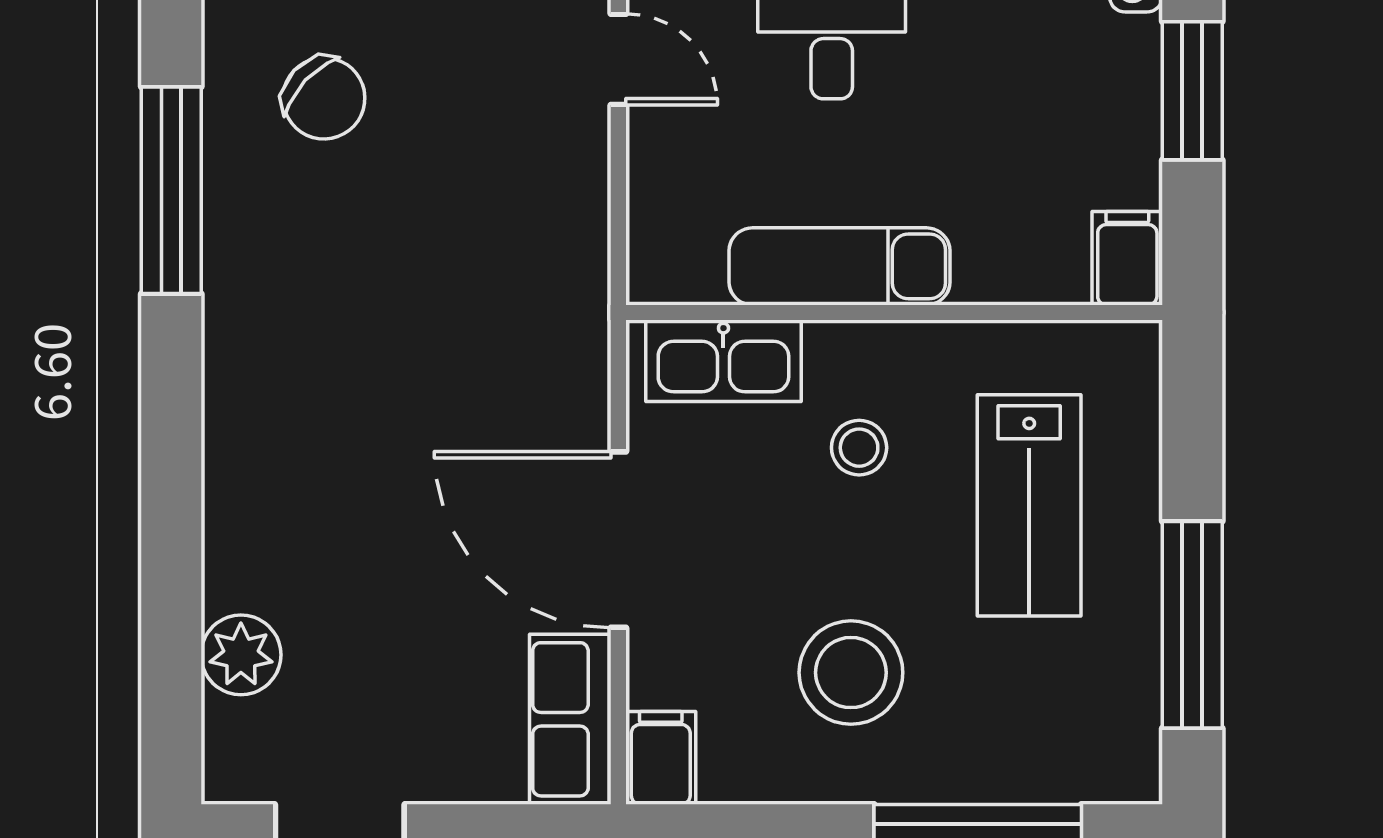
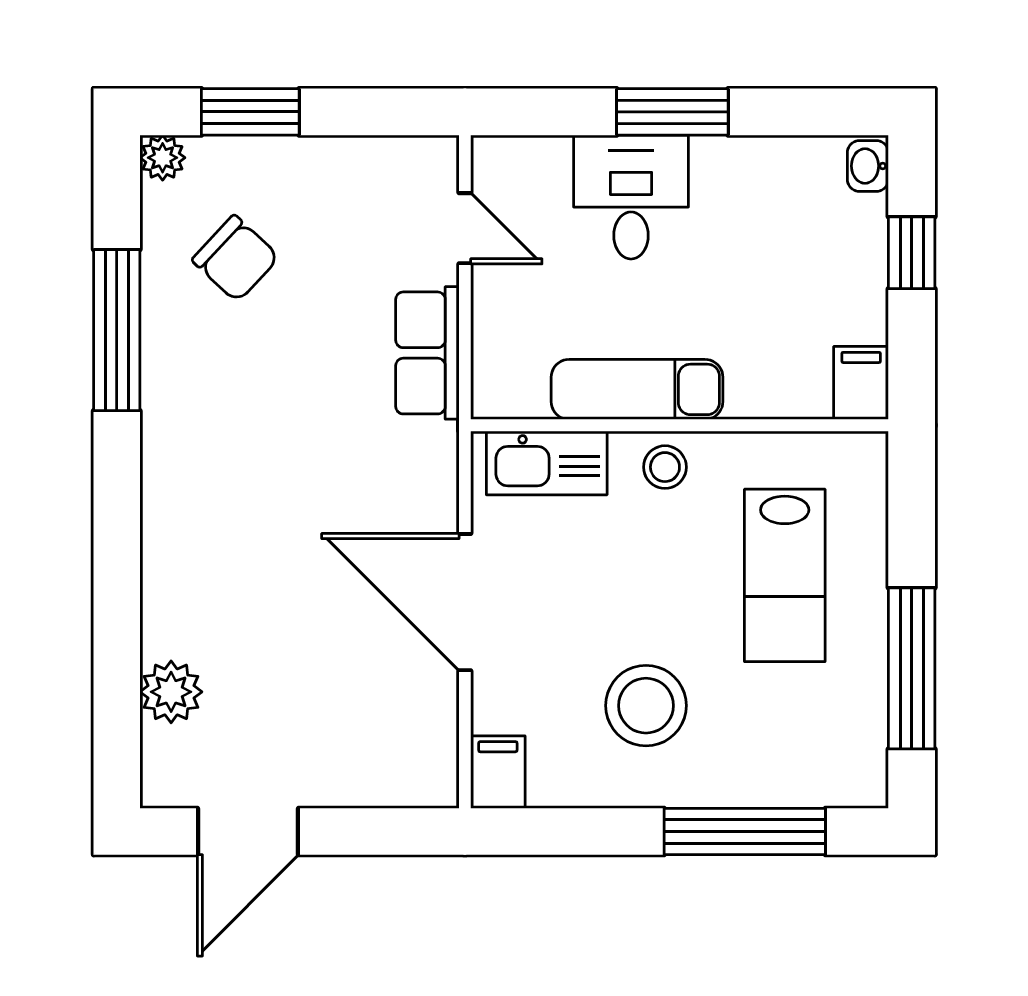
window: (1192, 91) -> (912, 253), width x0.67
stool: (859, 448) -> (665, 467), moved
row of seats: (570, 719) -> (427, 353), moved

